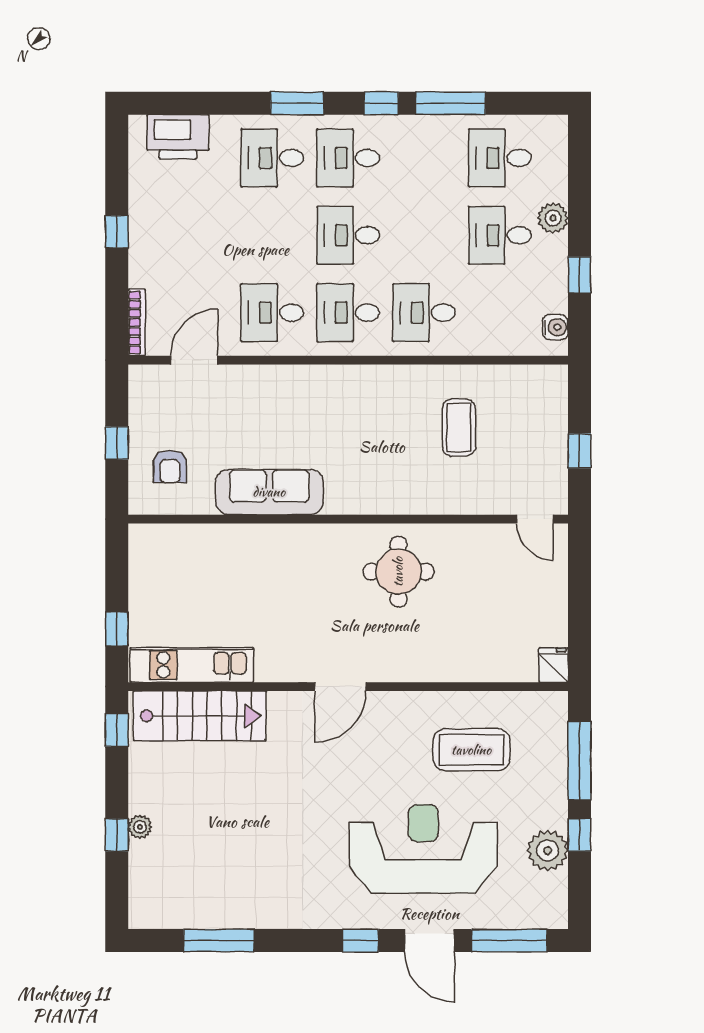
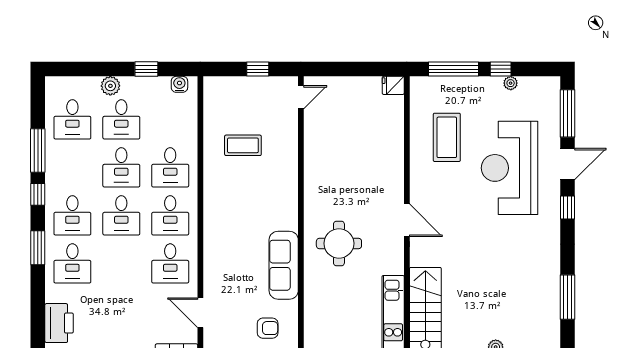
desk: (424, 235) -> (121, 167), added
round table: (398, 572) -> (339, 243), moved
plant: (548, 851) -> (511, 83), width x0.53, depth x0.53

